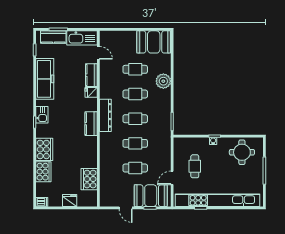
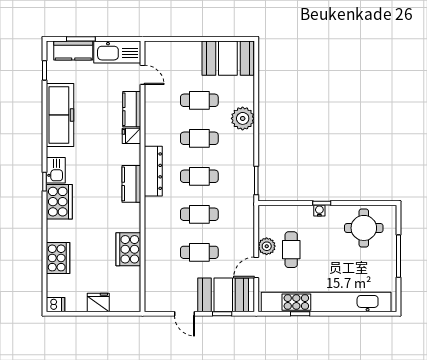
cooker: (44, 149) -> (59, 202), moved
plant: (179, 164) -> (267, 246), added
cooker: (89, 179) -> (128, 249), moved

